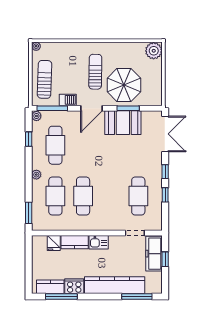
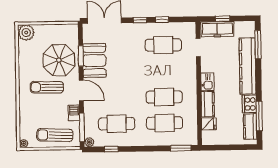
plant: (36, 175) -> (145, 141), removed

